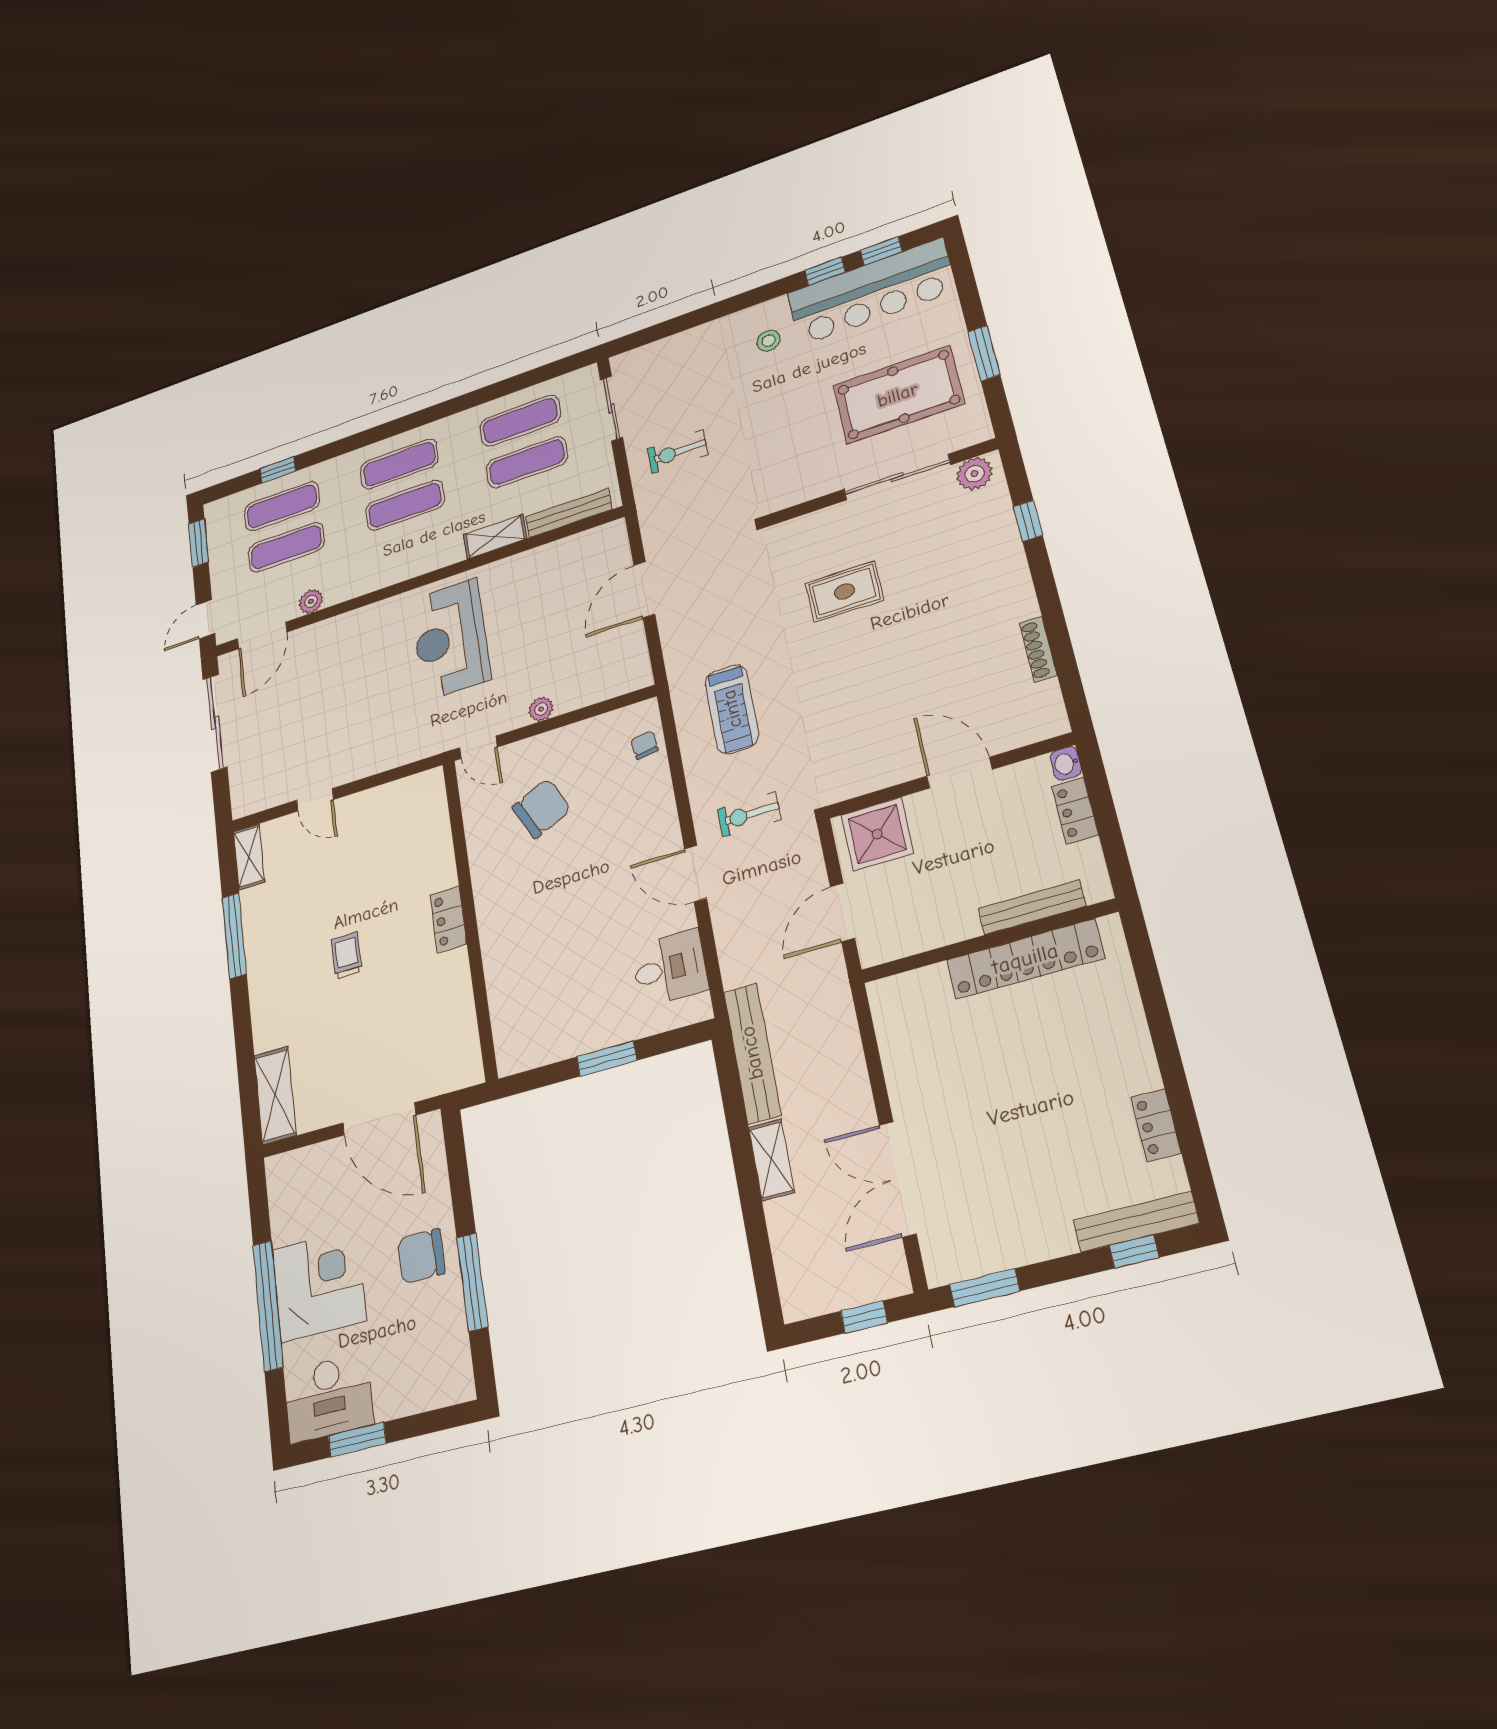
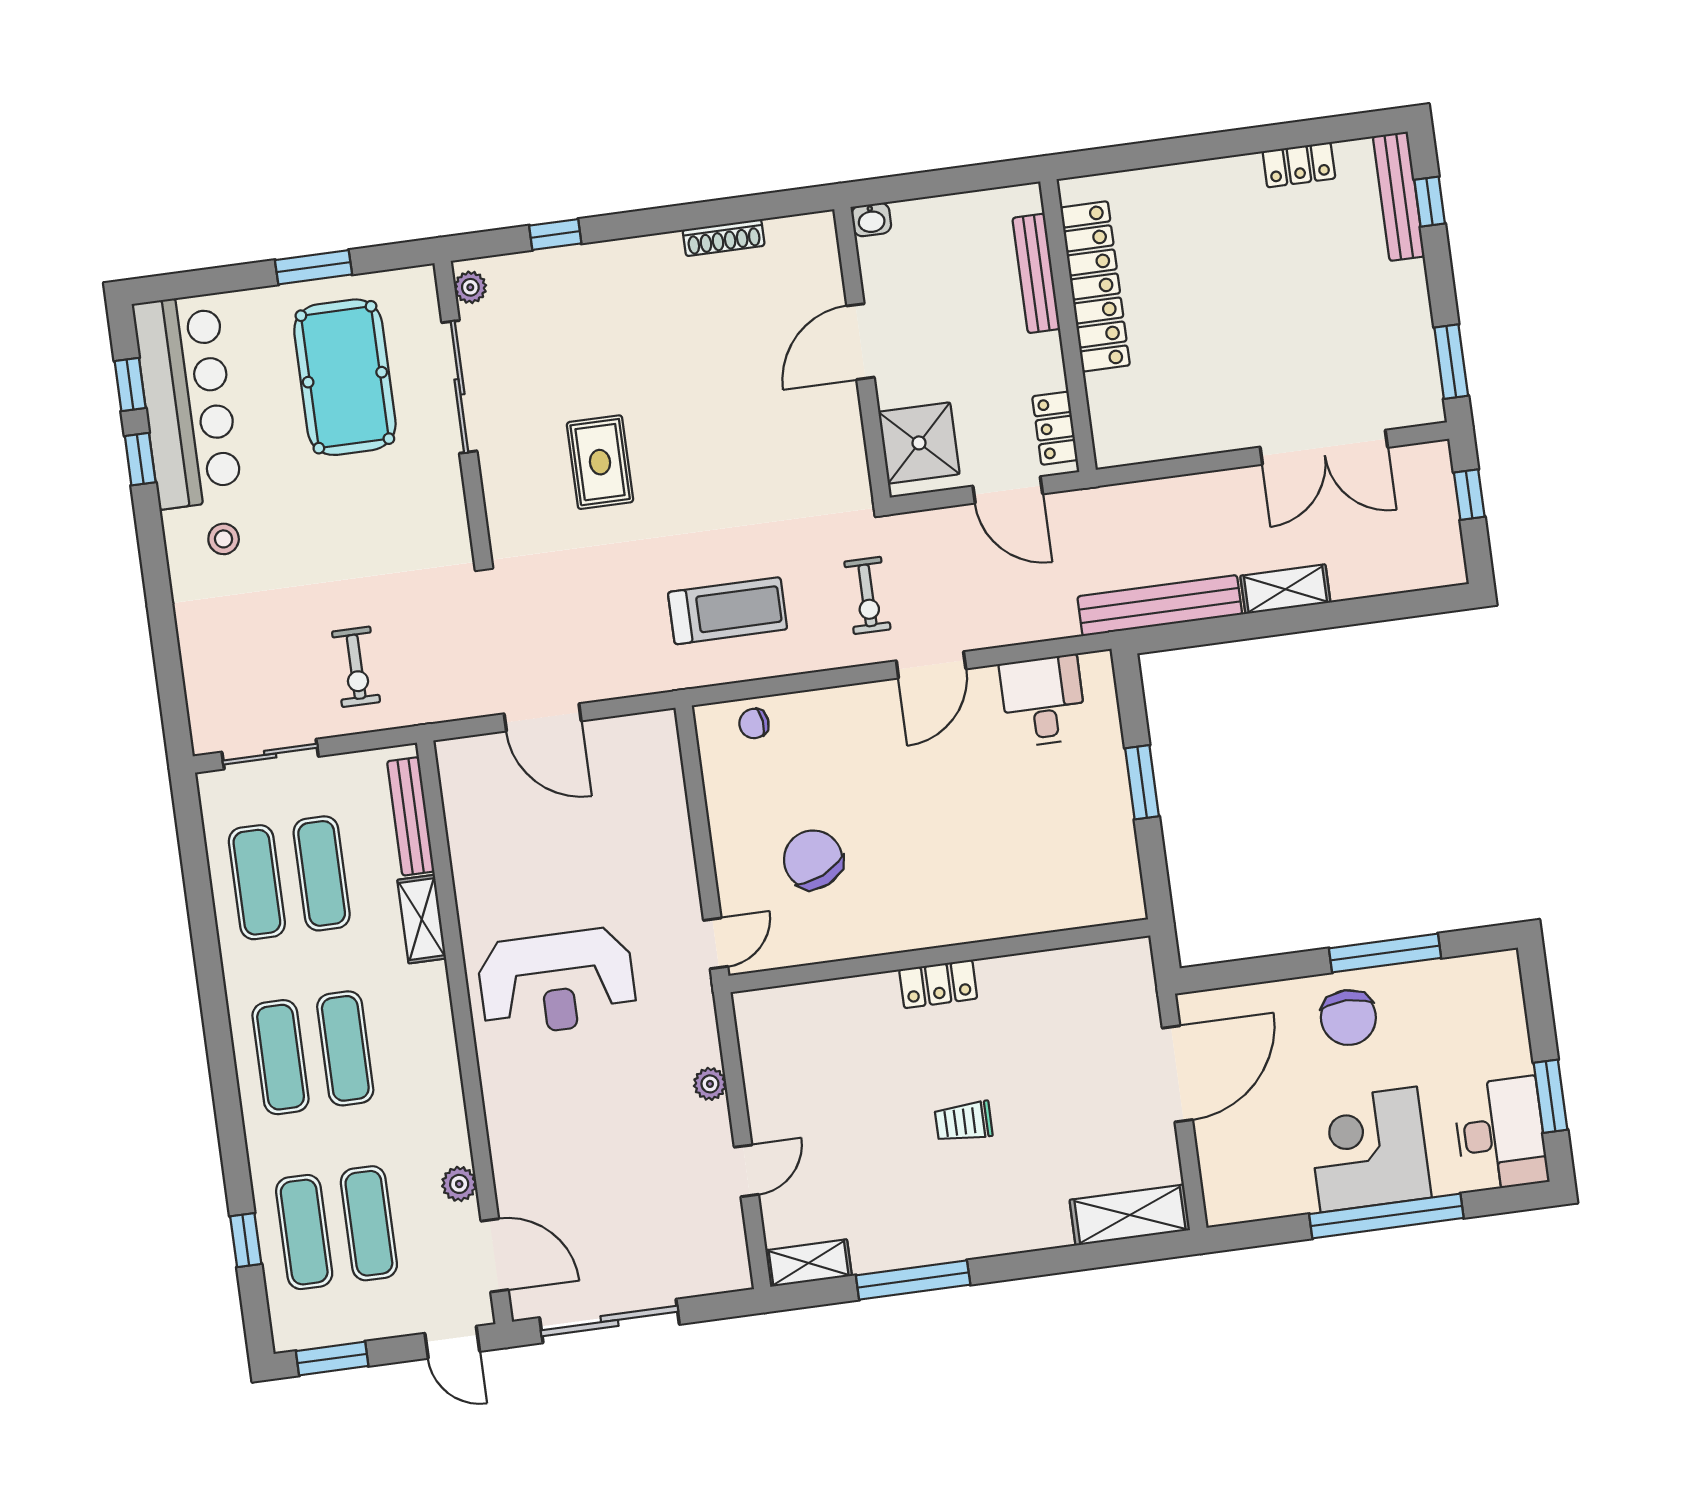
plant: (974, 474) -> (470, 287), width x0.73, depth x0.73
plant: (541, 709) -> (710, 1084), moved
locker: (1075, 811) -> (1055, 428), moved, turned 90

